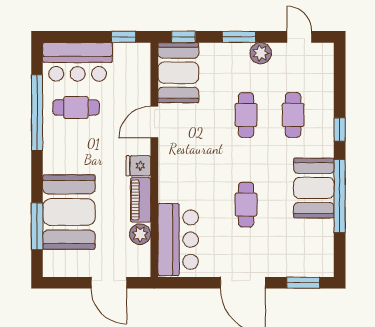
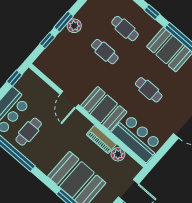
window: (183, 37) -> (47, 40), moved
plant: (261, 53) -> (74, 26), moved
booth: (178, 73) -> (104, 109), moved
fridge: (138, 166) -> (84, 126), removed

